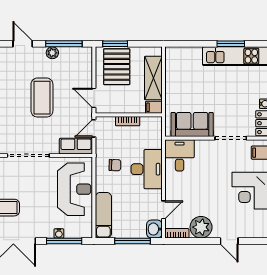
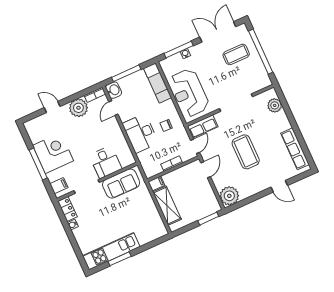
window: (64, 44) -> (248, 201), removed
plant: (52, 53) -> (229, 196), moved, width x1.88, depth x1.88
pallet: (117, 67) -> (199, 202), removed
door: (94, 98) -> (206, 170), hinge flipped
desk: (180, 155) -> (106, 162), moved

